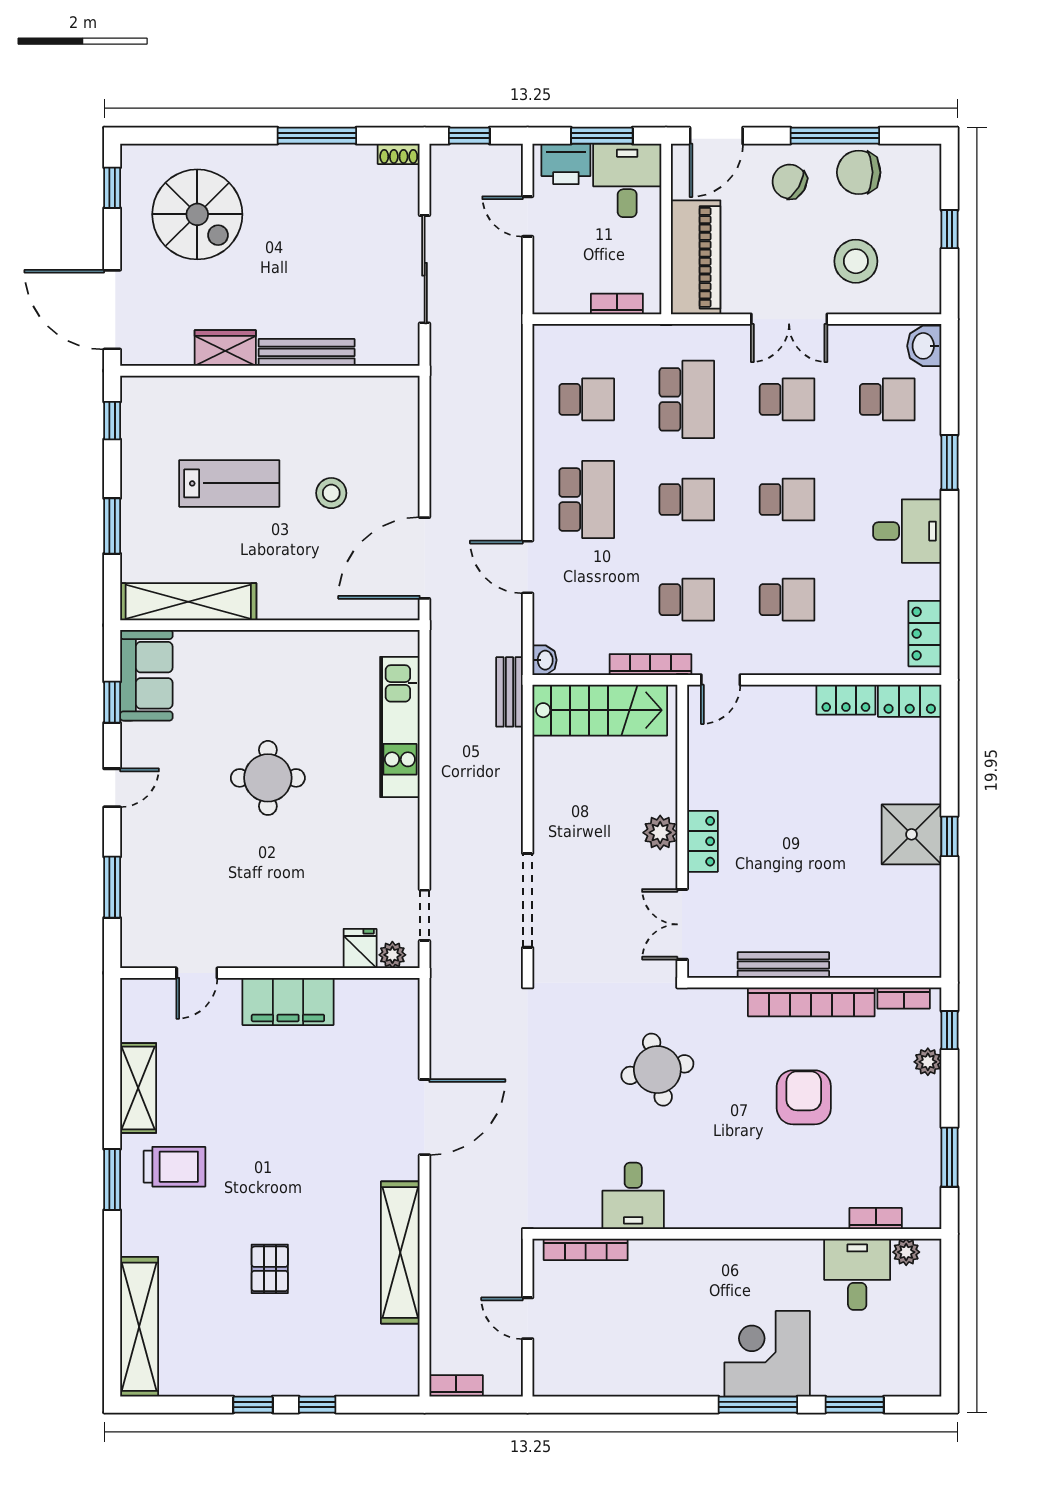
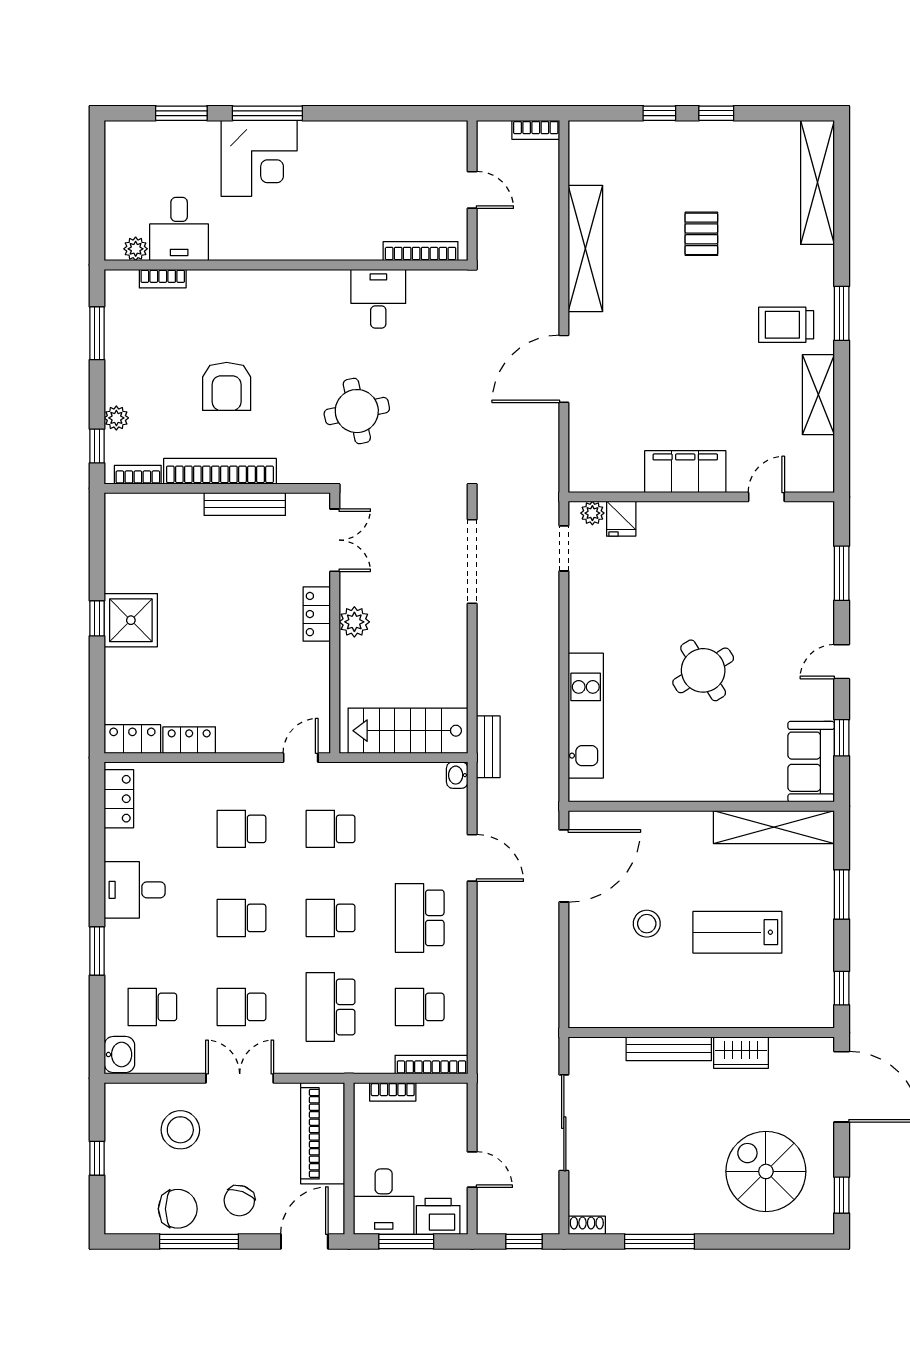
chair: (789, 182) -> (239, 1201), turned 80
bookcase: (650, 665) -> (432, 1065), moved, turned 180
round table: (268, 778) -> (703, 670), turned -32

